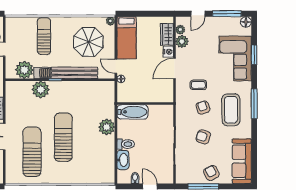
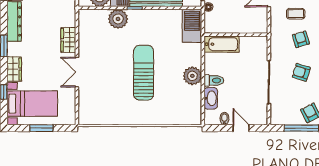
barbecue: (106, 96) -> (192, 26), added
plant: (107, 127) -> (192, 76), moved
sun lounger: (32, 152) -> (108, 89), removed

